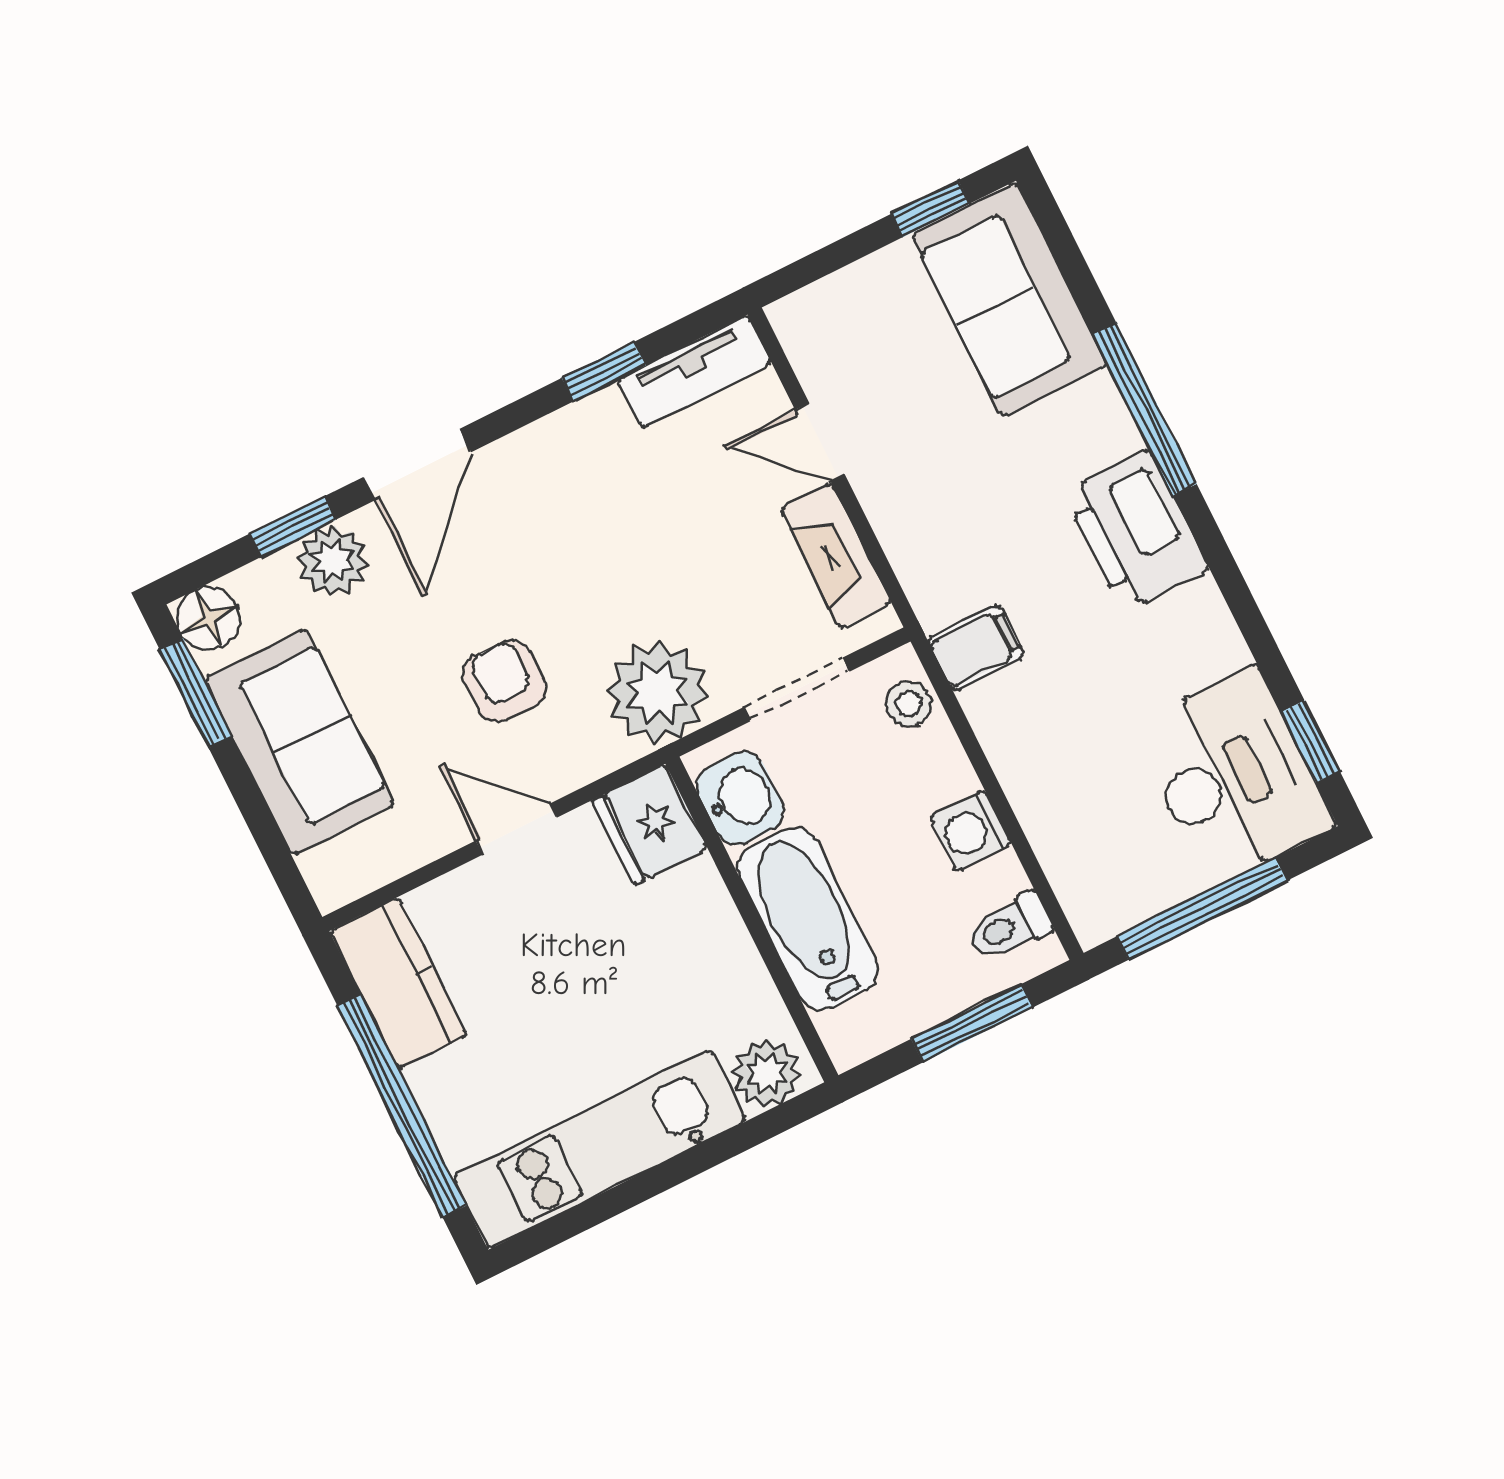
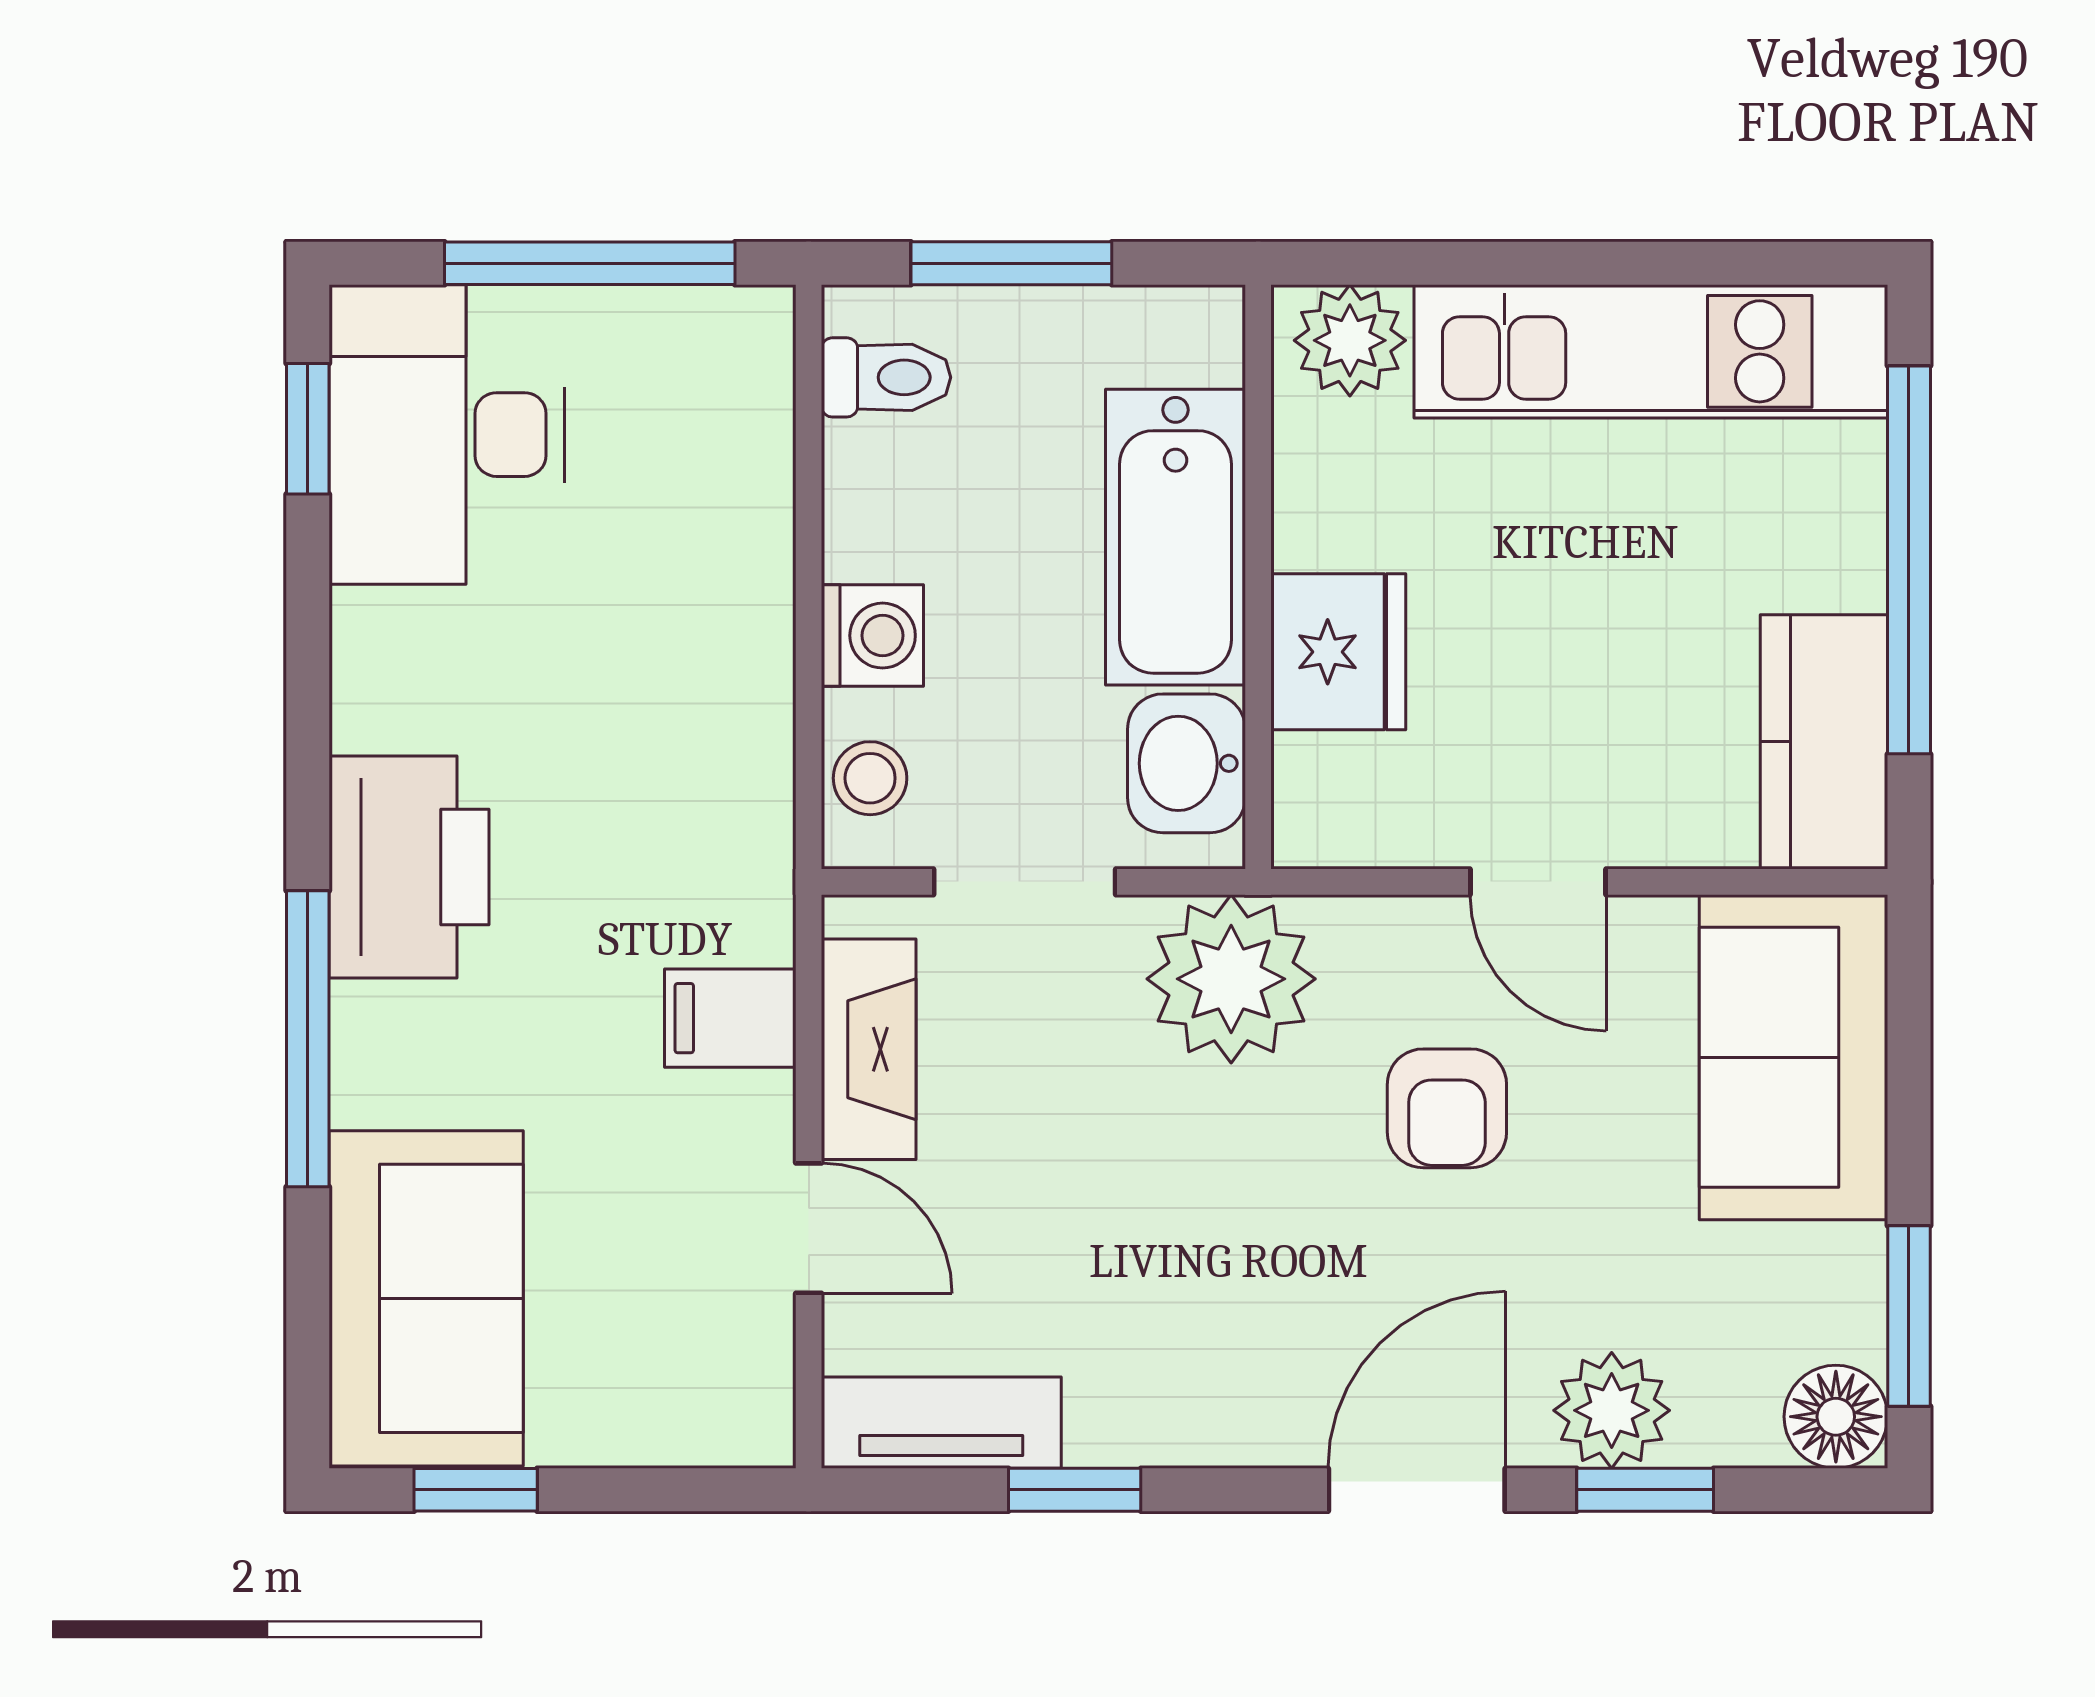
filing cabinet: (976, 648) -> (730, 1018), moved
sofa: (299, 742) -> (1793, 1057), moved
fridge: (650, 824) -> (1338, 652), moved
washing machine: (971, 831) -> (872, 636), moved

